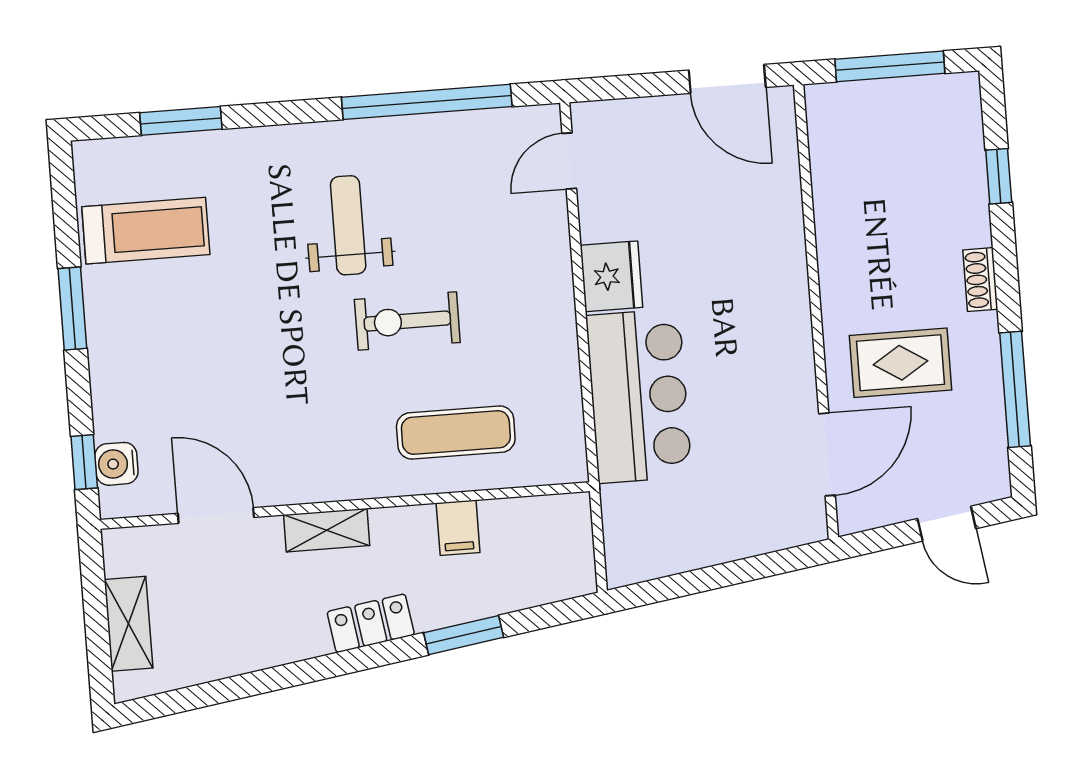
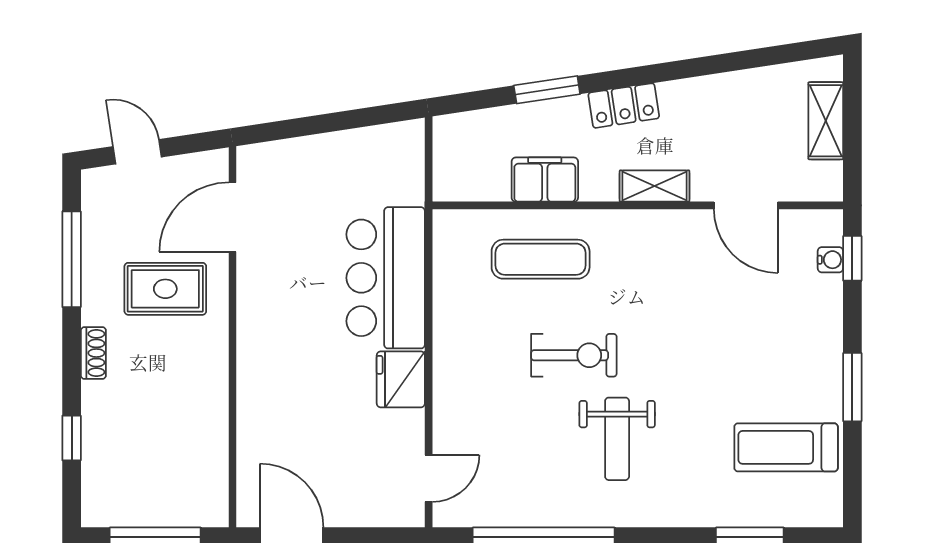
water cooler: (116, 464) -> (830, 260), width x0.72, depth x0.72
filing cabinet: (458, 528) -> (545, 180), width x2.00

